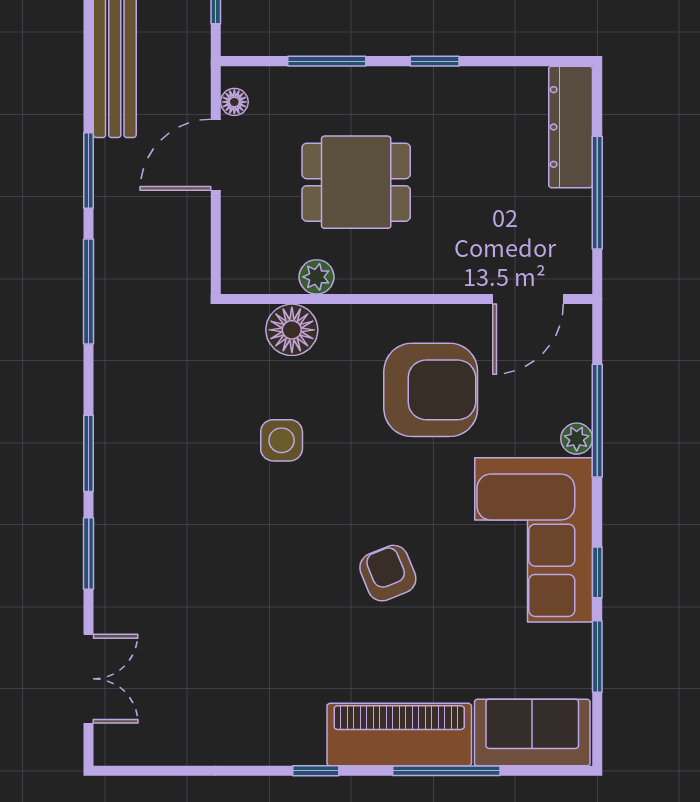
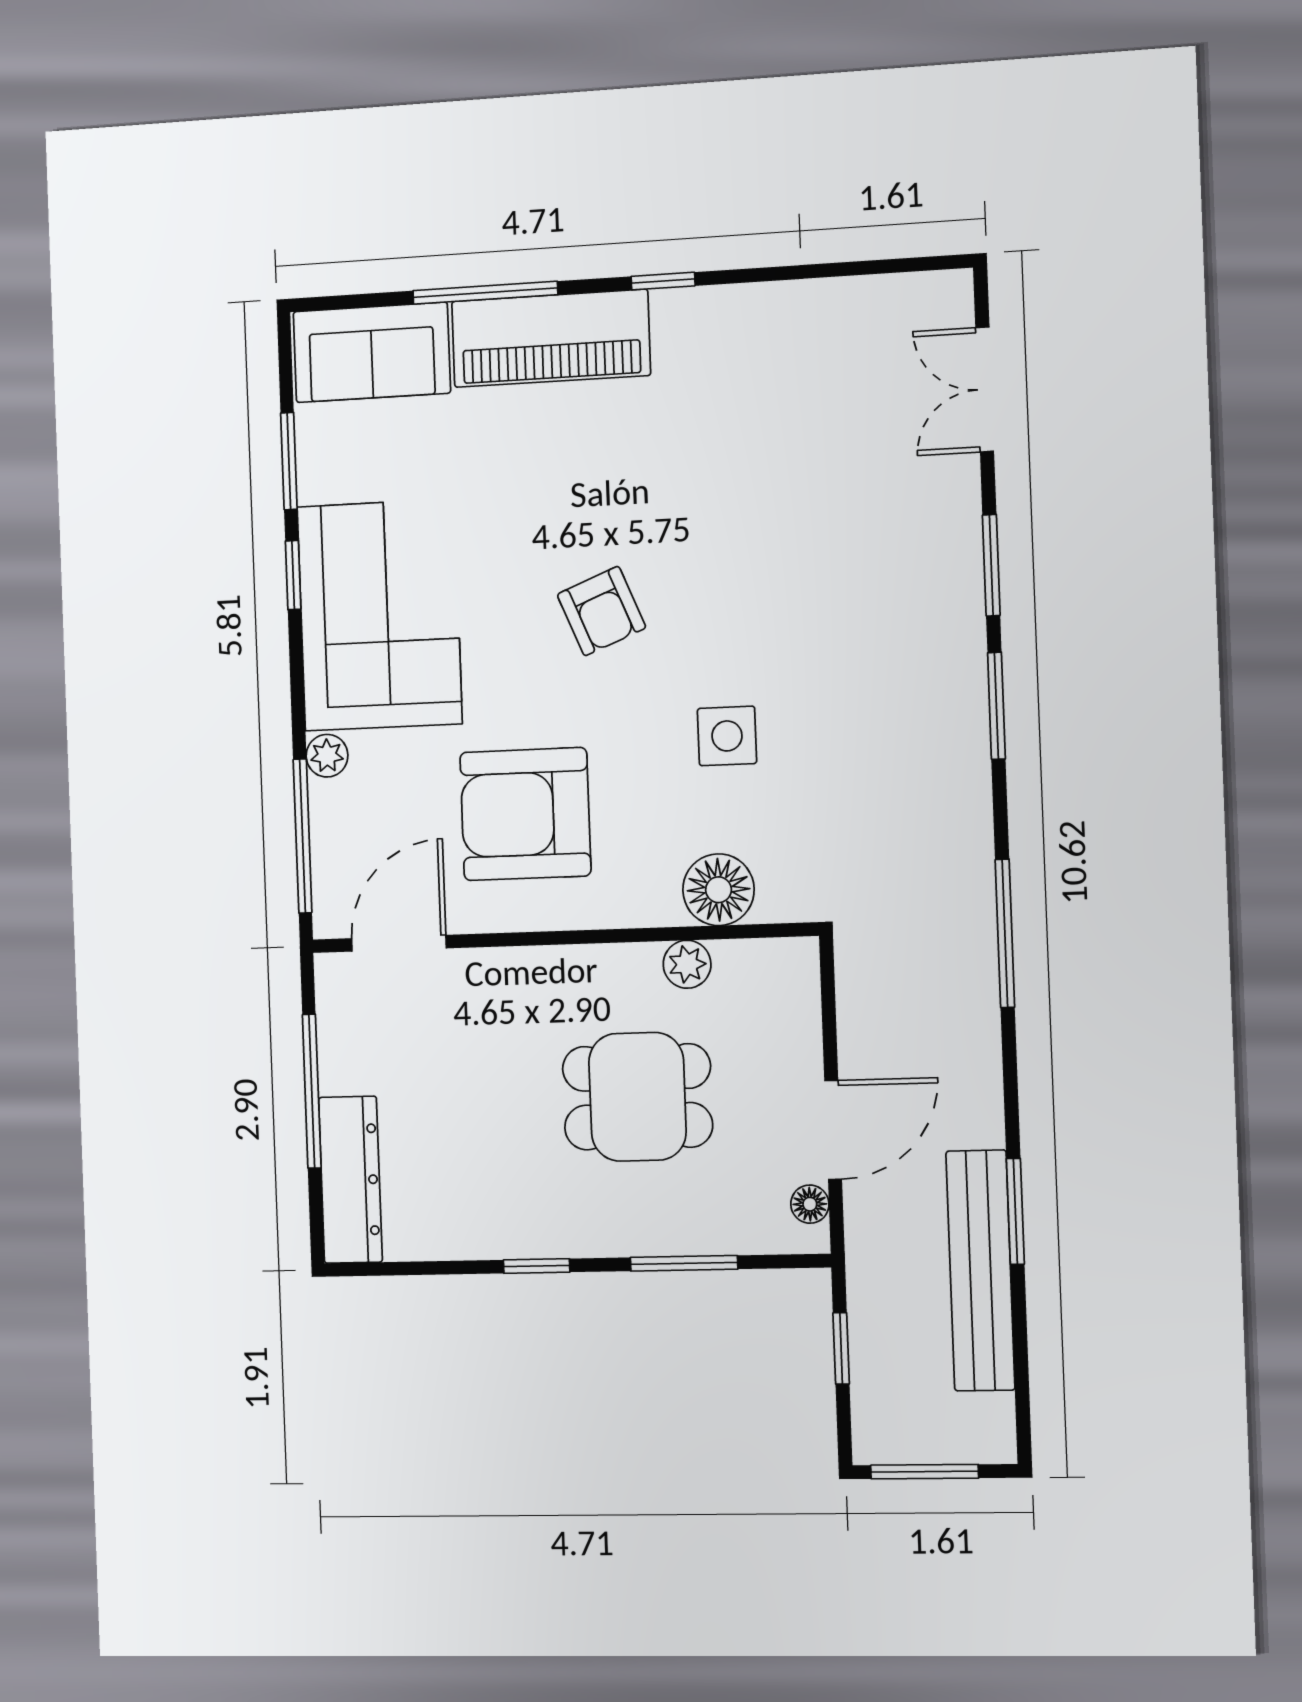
window: (89, 170) -> (1015, 1211), moved
window: (597, 421) -> (303, 836), moved
armchair: (388, 573) -> (601, 611), moved

